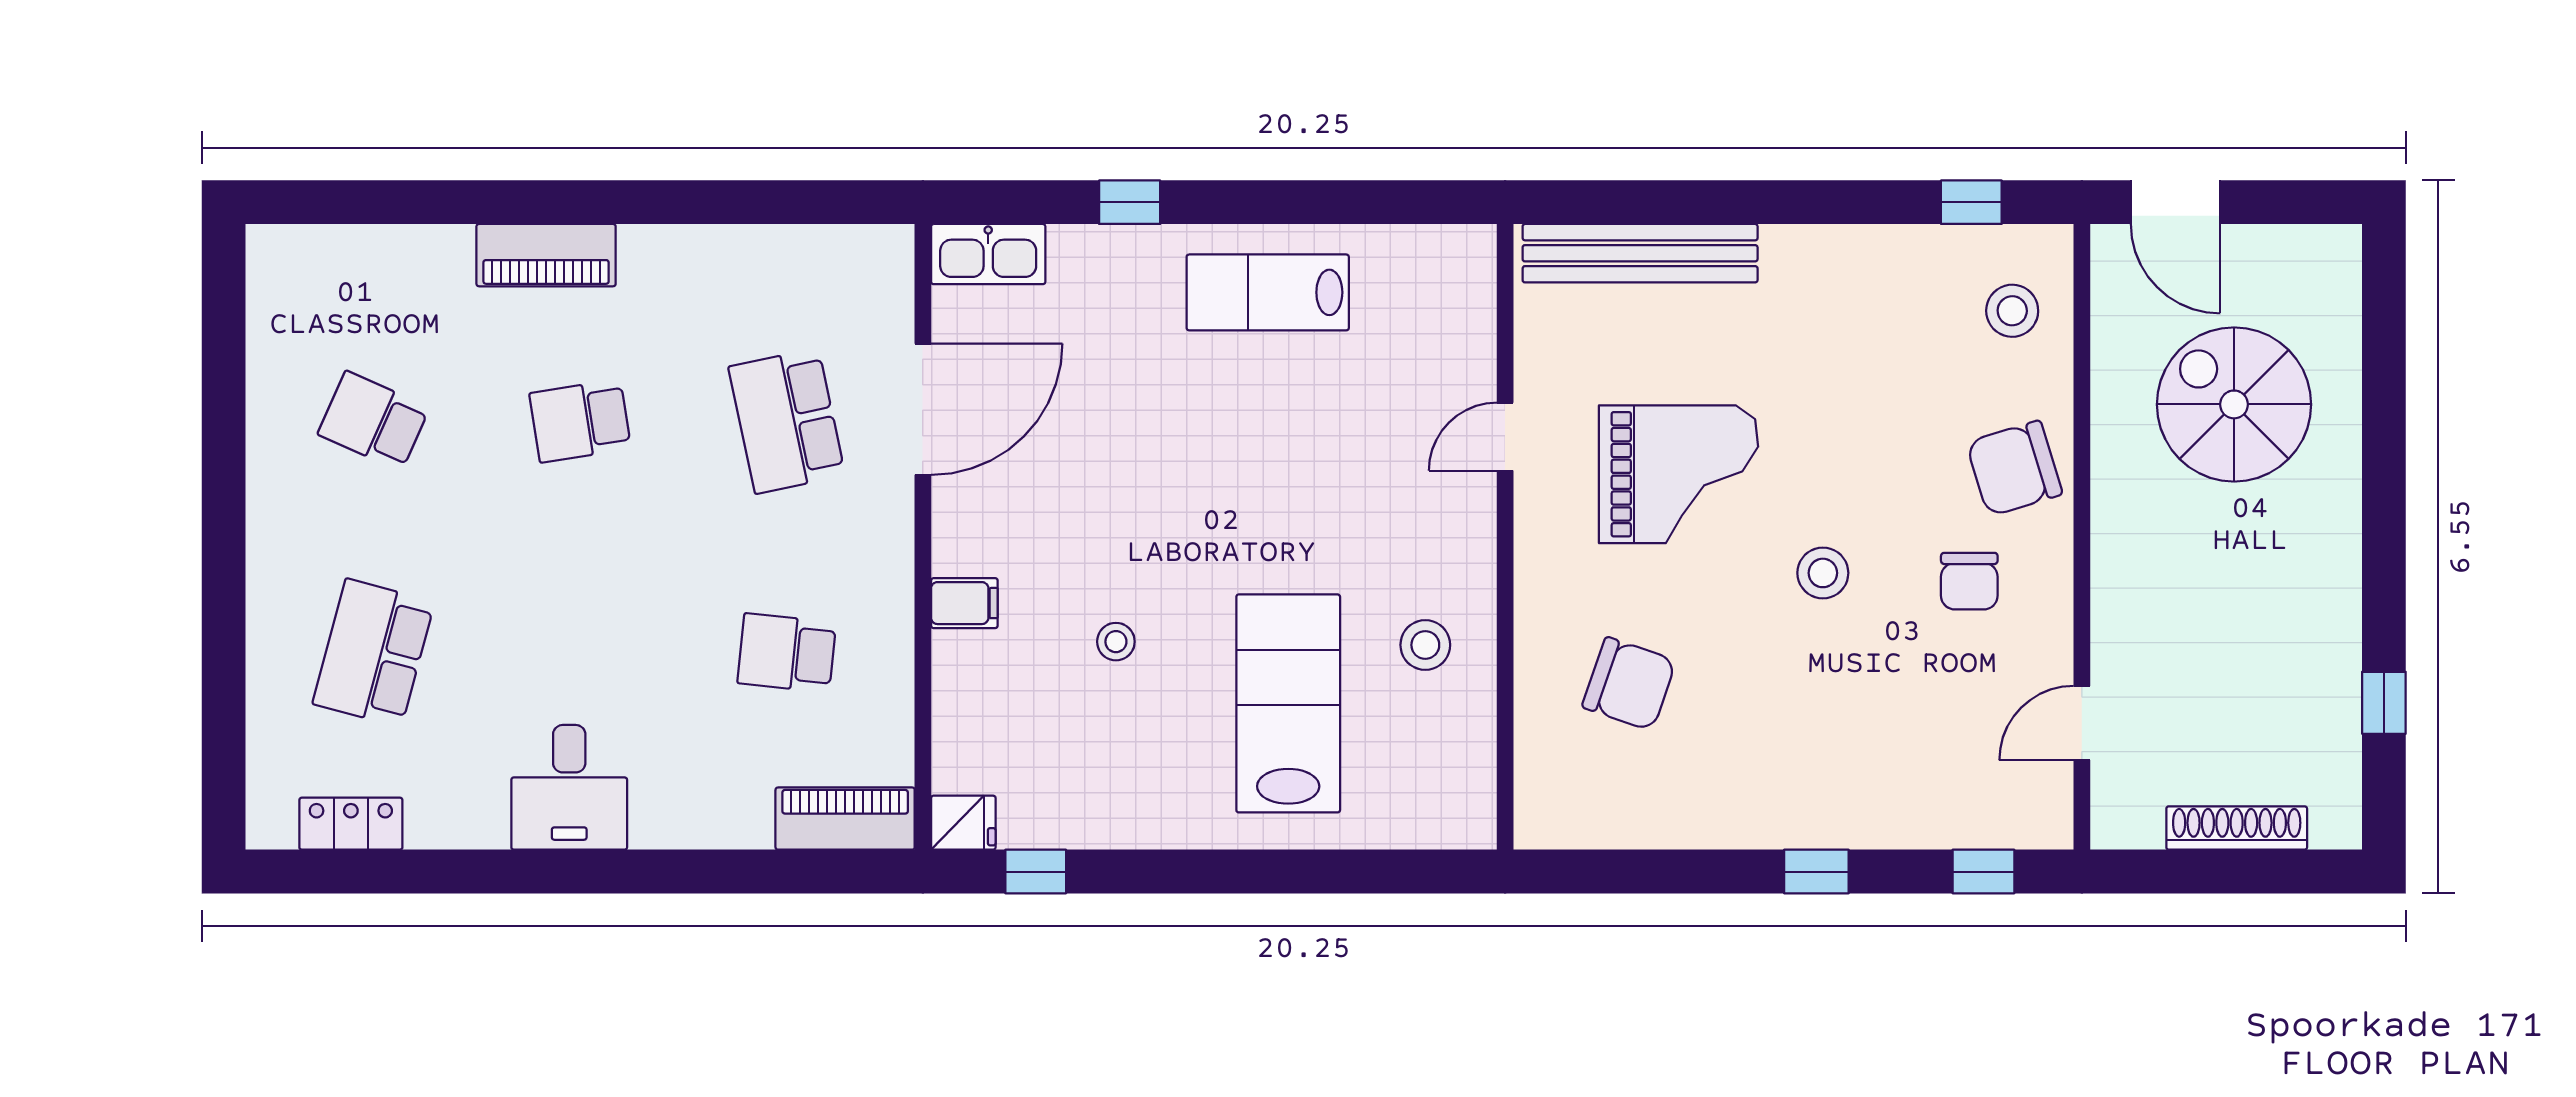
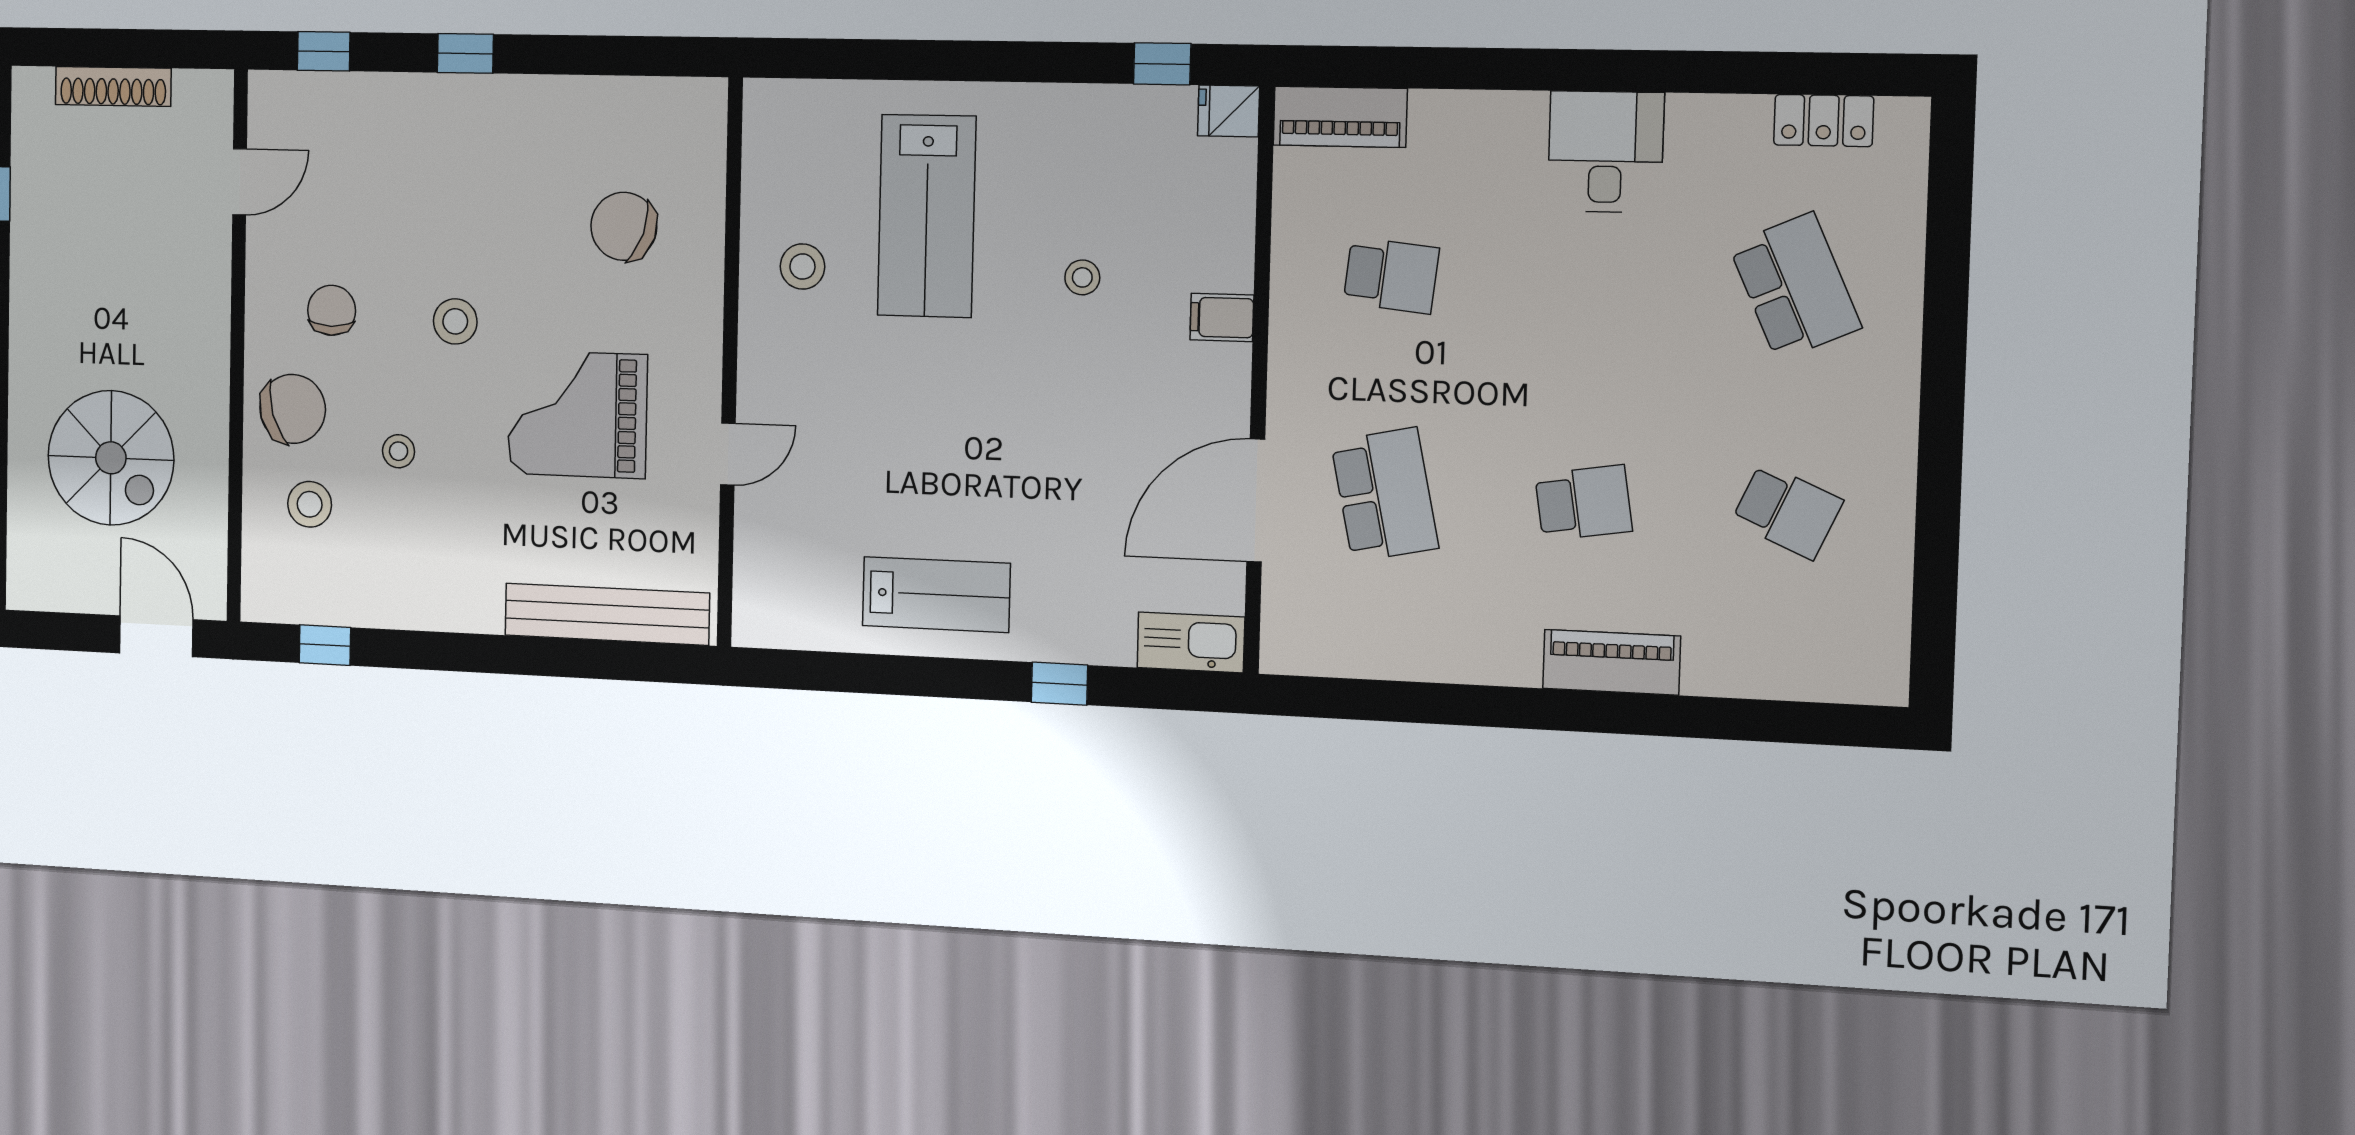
stool: (2012, 311) -> (310, 504), moved
stool: (1887, 425) -> (399, 451), added
school desk: (374, 653) -> (1795, 286), turned -39

